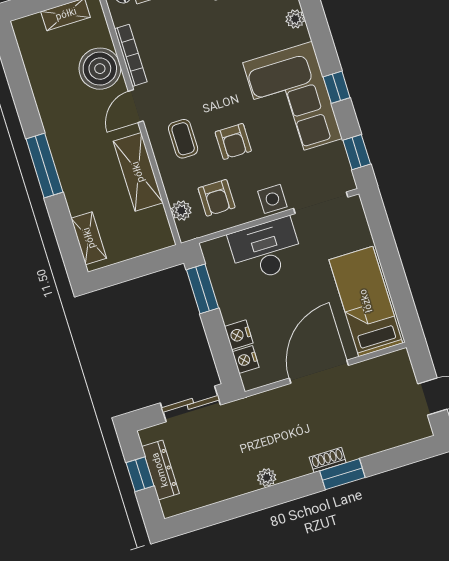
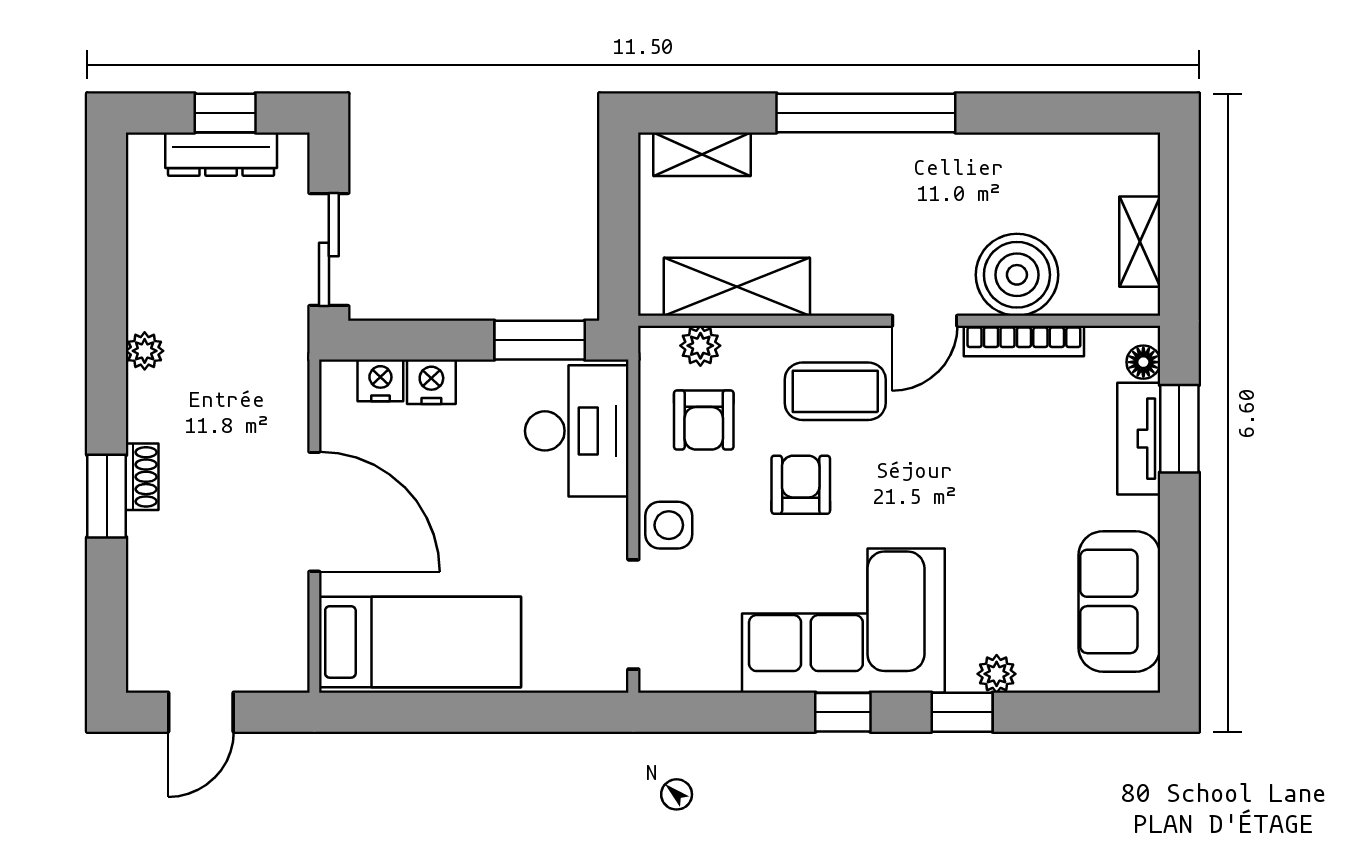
door: (136, 106) -> (925, 321), swing flipped
coffee table: (183, 139) -> (835, 391), width x1.36, depth x1.30
armchair: (233, 141) -> (801, 485), turned 90
window: (357, 152) -> (962, 712), moved
window: (44, 166) -> (866, 113), width x1.46
shelving: (138, 172) -> (737, 287), moved
armchair: (217, 198) -> (704, 420), turned -90
desk: (266, 250) -> (577, 431), moved

